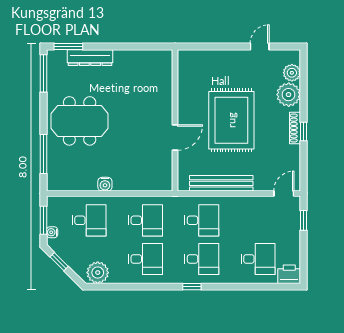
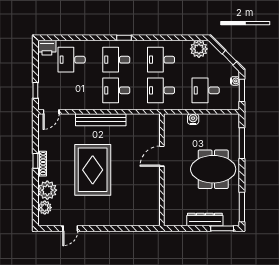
wall: (175, 120) -> (162, 170), moved
door: (175, 137) -> (162, 156), moved

